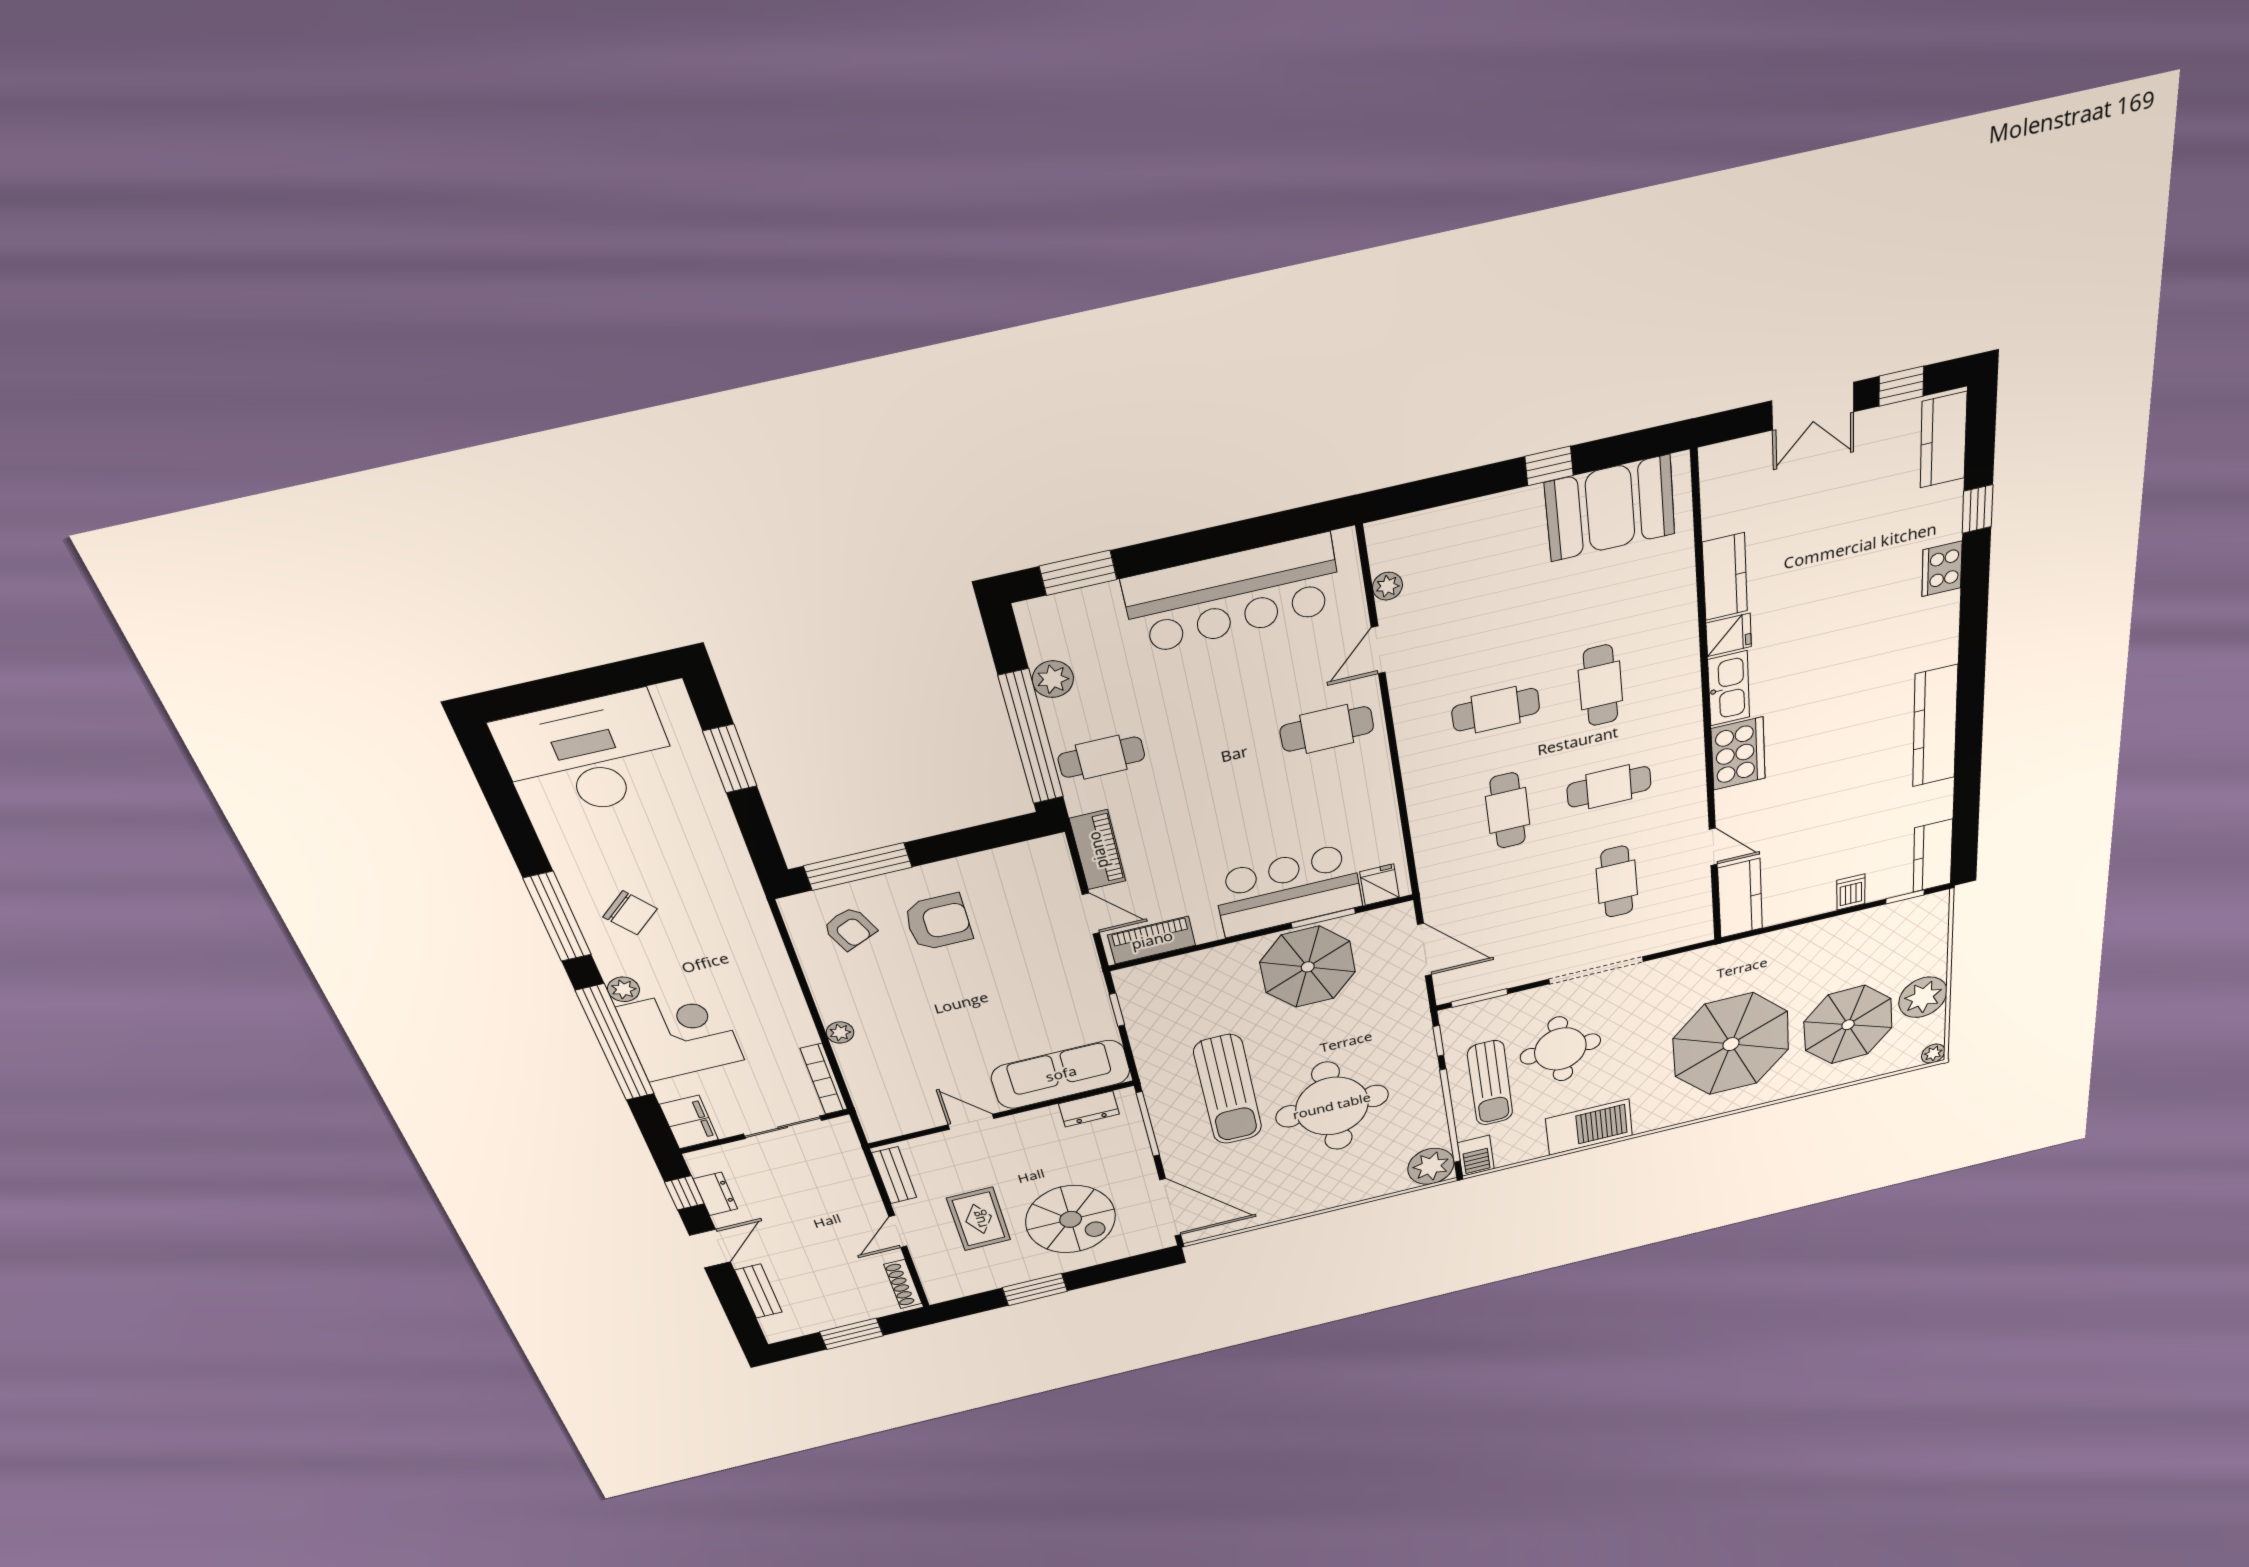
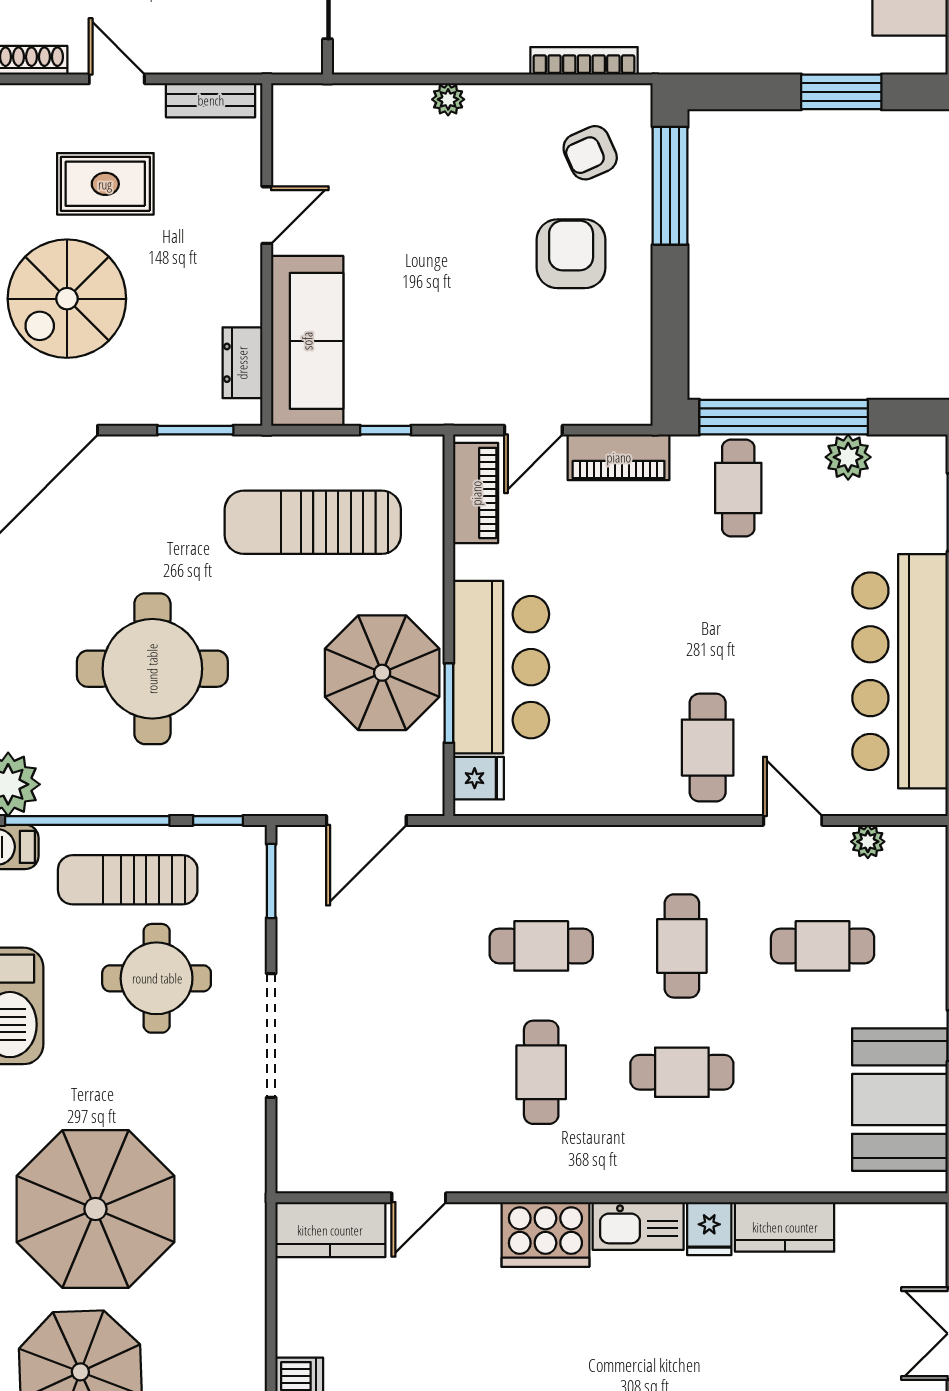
cafe table: (1617, 882) -> (823, 946), moved
armchair: (938, 922) -> (571, 254), turned 180
bookcase: (824, 1079) -> (584, 61), moved
sun lounger: (1228, 1090) -> (313, 522), moved
window: (1148, 1124) -> (195, 430), width x0.69

